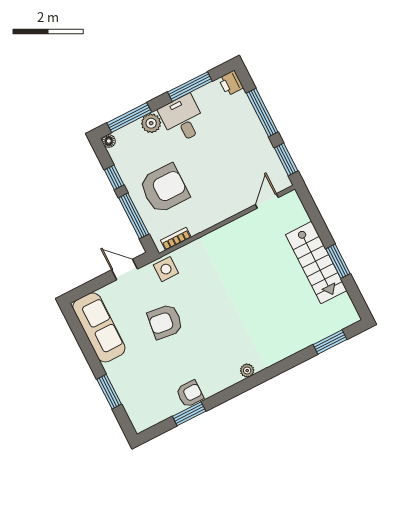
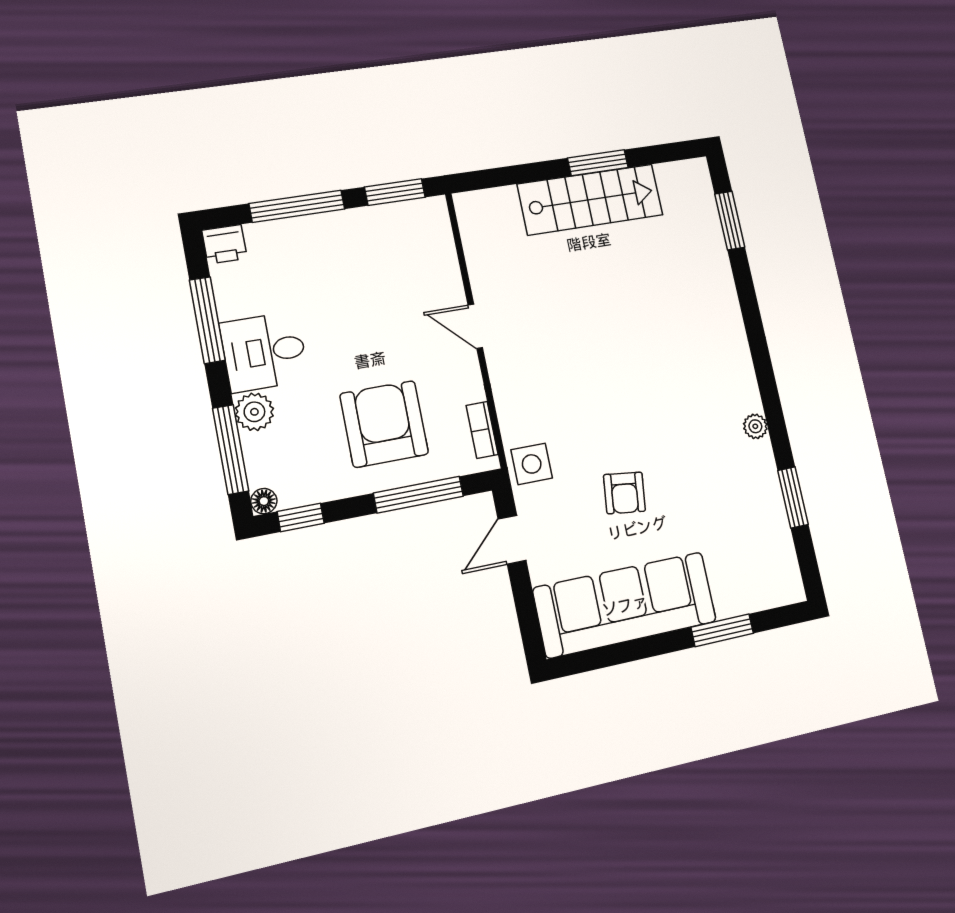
window: (114, 177) -> (301, 517), moved
door: (267, 201) -> (475, 326), moved
armchair: (165, 322) -> (624, 493), width x0.72, depth x0.72
sofa: (99, 327) -> (625, 605), width x1.36, depth x1.27
plant: (247, 371) -> (755, 426), moved
armchair: (190, 394) -> (759, 486), removed

